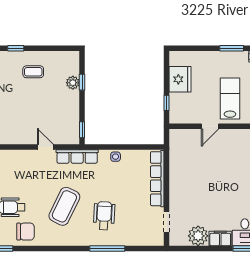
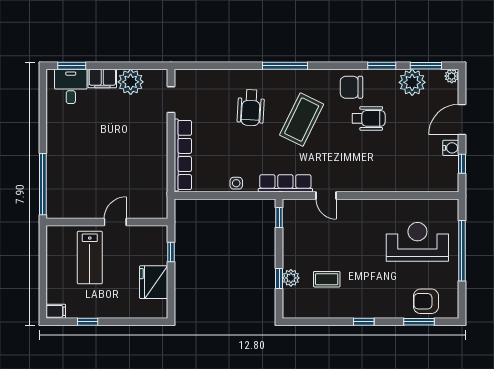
window: (232, 48) -> (88, 322), width x0.67
coffee table: (33, 72) -> (327, 279), moved
window: (107, 248) -> (285, 66), moved

